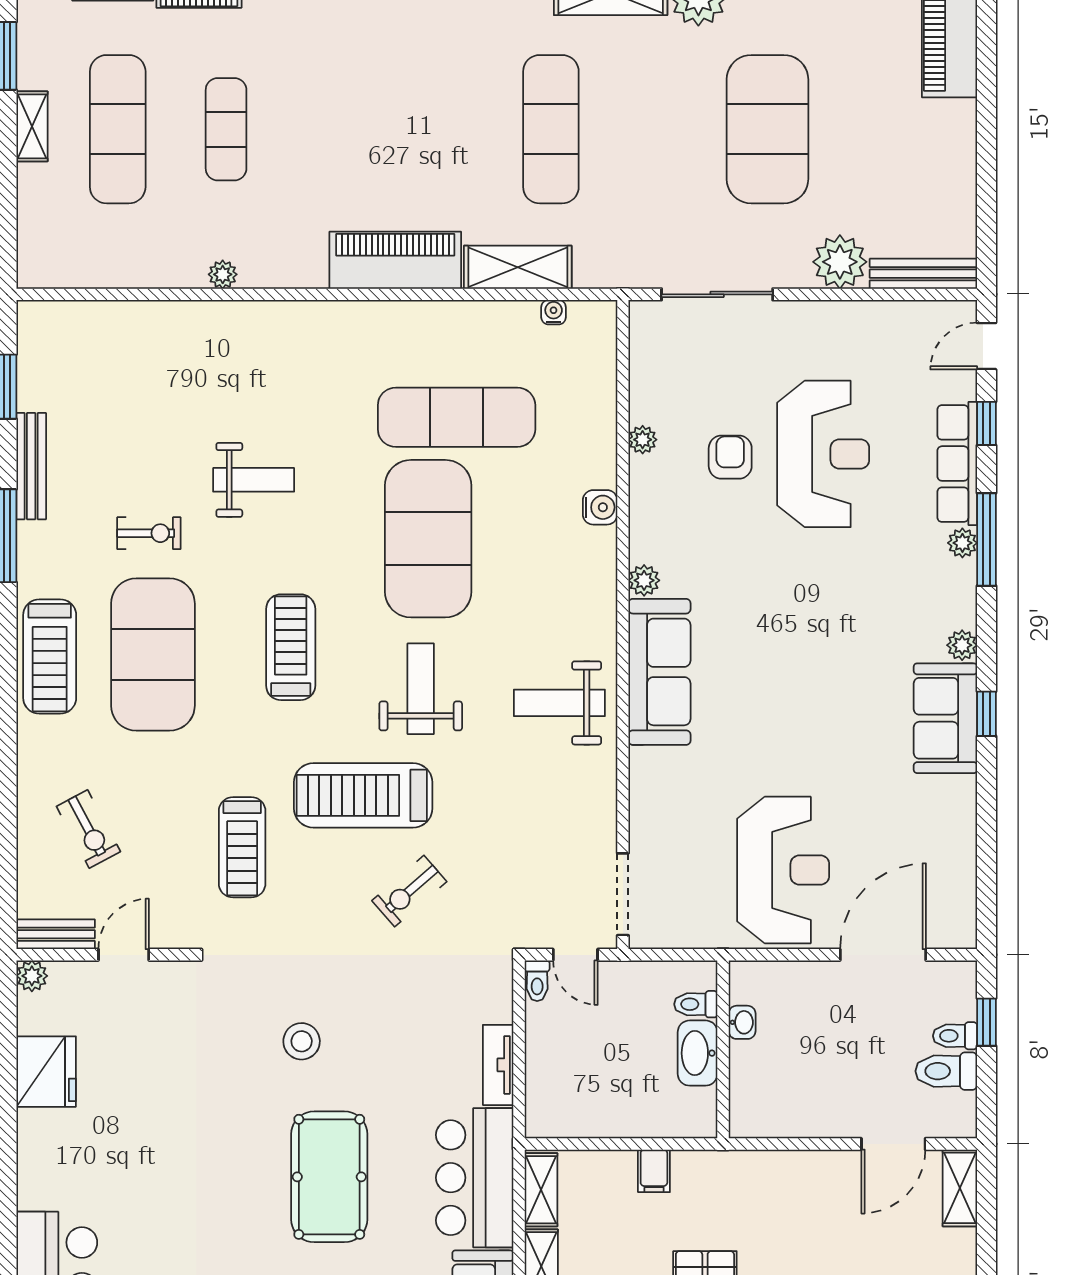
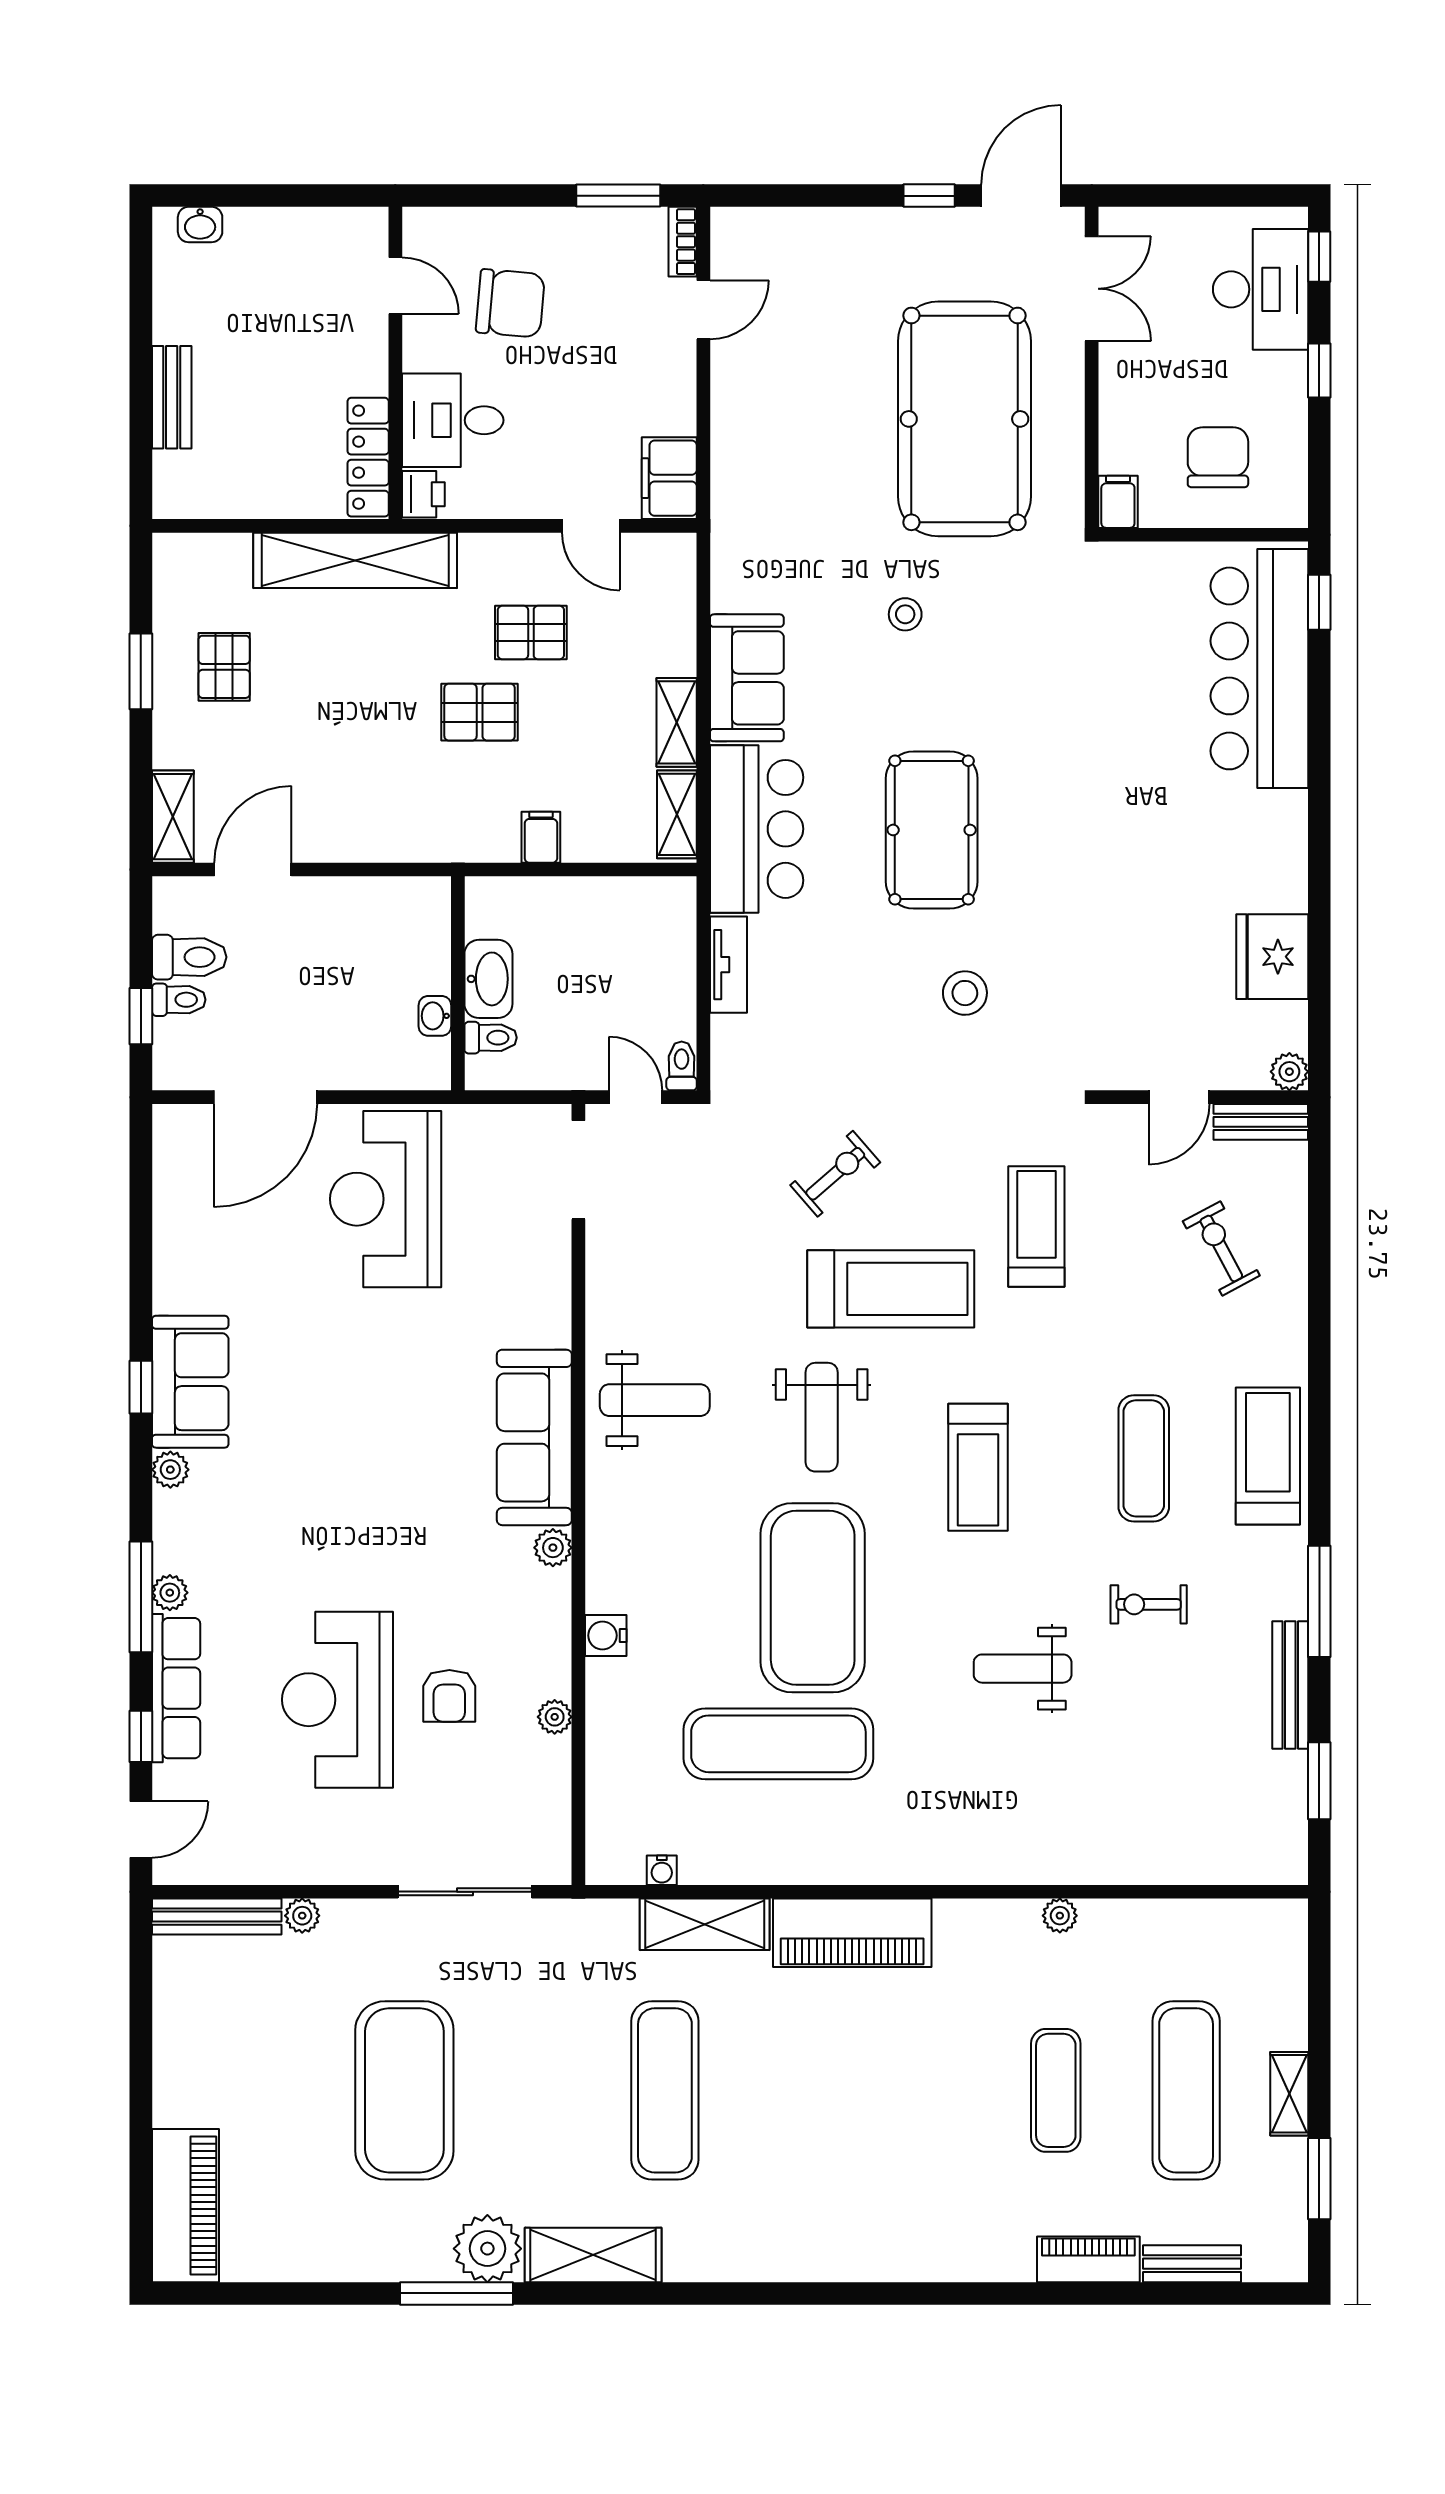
plant: (840, 262) -> (302, 1916), width x0.53, depth x0.53
exercise mat: (153, 655) -> (1144, 1458), width x0.50, depth x0.69

